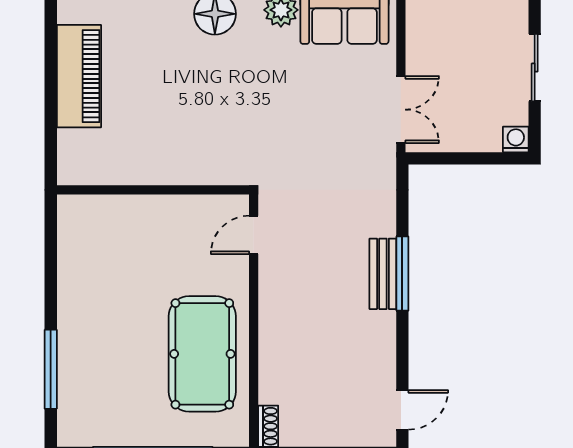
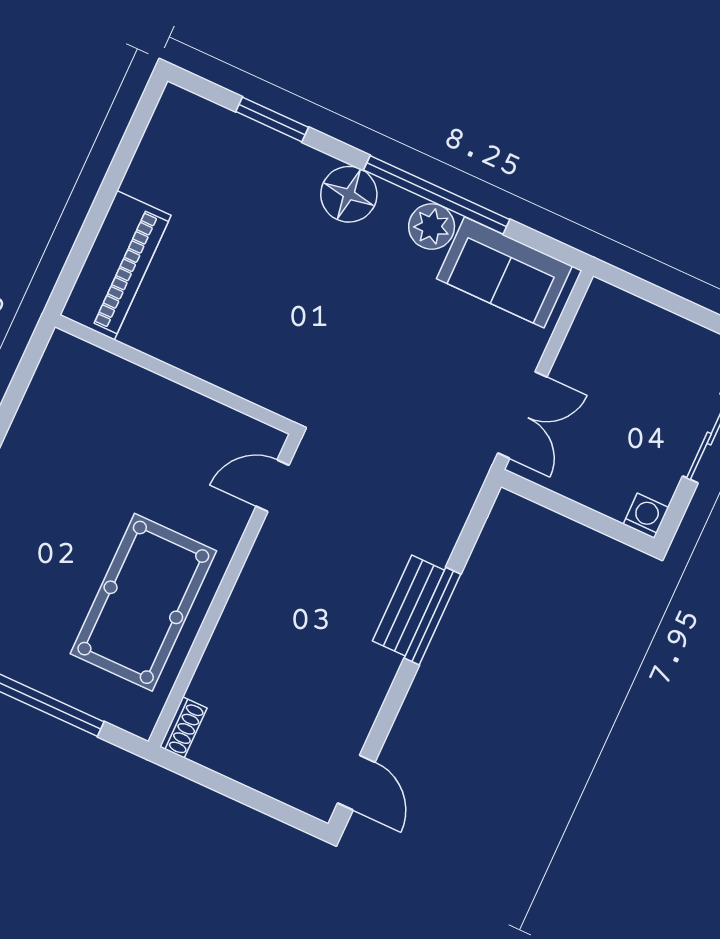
piano: (79, 76) -> (116, 265), moved
door: (402, 410) -> (356, 783), hinge flipped

